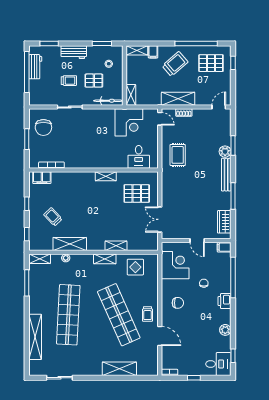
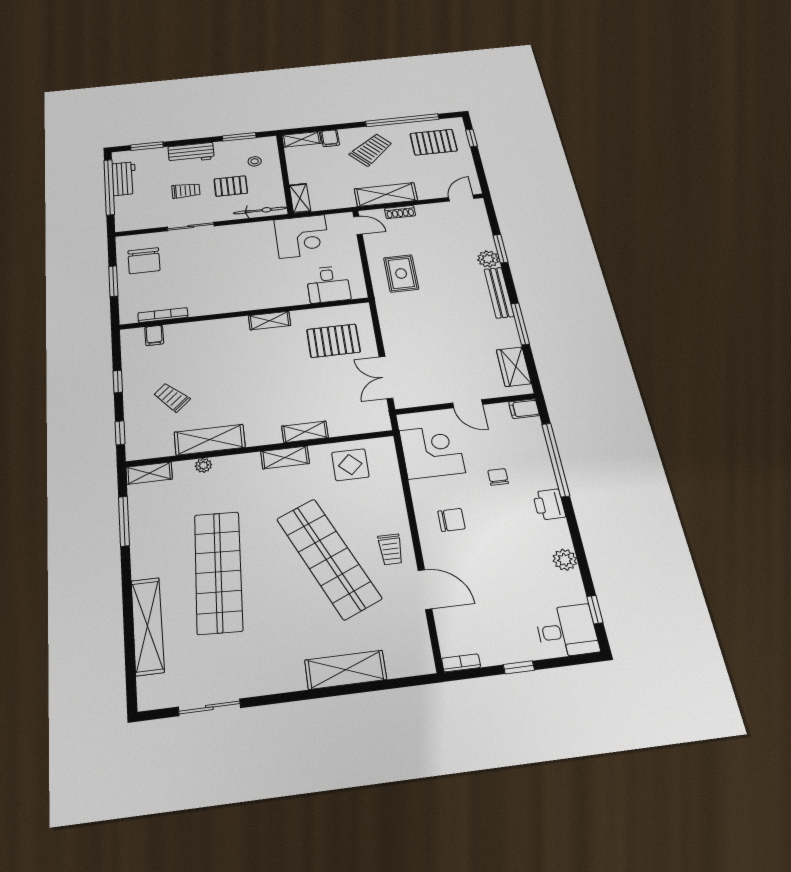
filing cabinet: (42, 178) -> (154, 335), width x0.50

